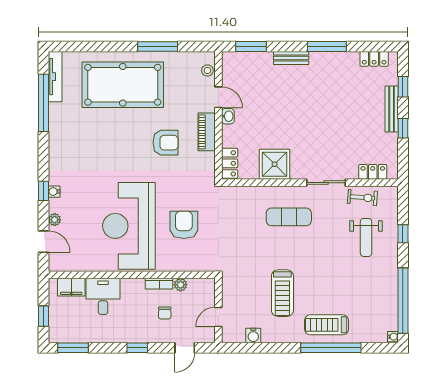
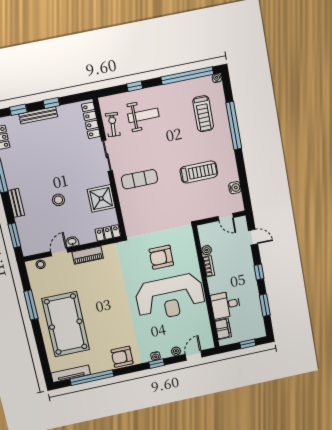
stool: (284, 111) -> (58, 200), added
armchair: (166, 143) -> (122, 357), moved, turned -90
locker: (373, 172) -> (91, 120), width x1.53
exercise mat: (289, 217) -> (139, 179), turned 90
chair: (165, 313) -> (230, 257), removed
treadmill: (327, 325) -> (203, 114), moved
window: (73, 348) -> (265, 305), moved

